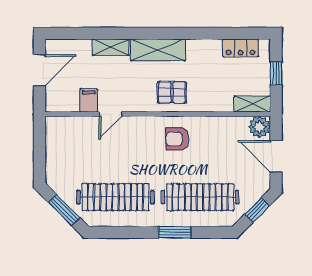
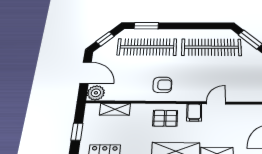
filing cabinet: (89, 100) -> (194, 113), moved
shelving: (252, 104) -> (115, 109), moved
window: (175, 232) -> (146, 26), moved

